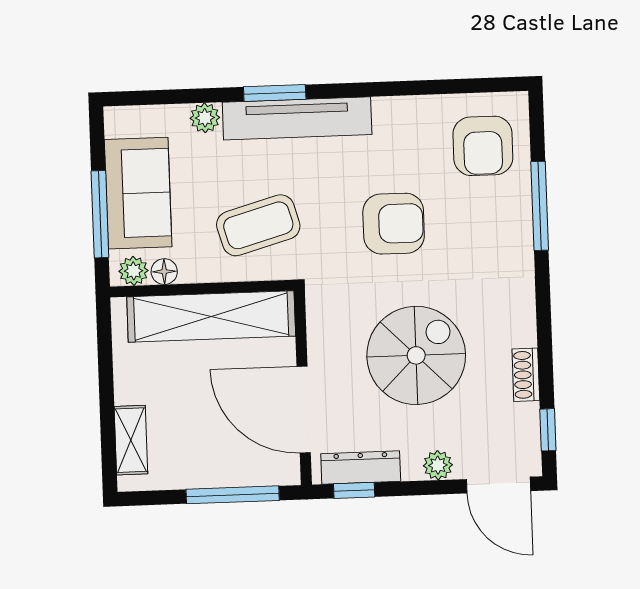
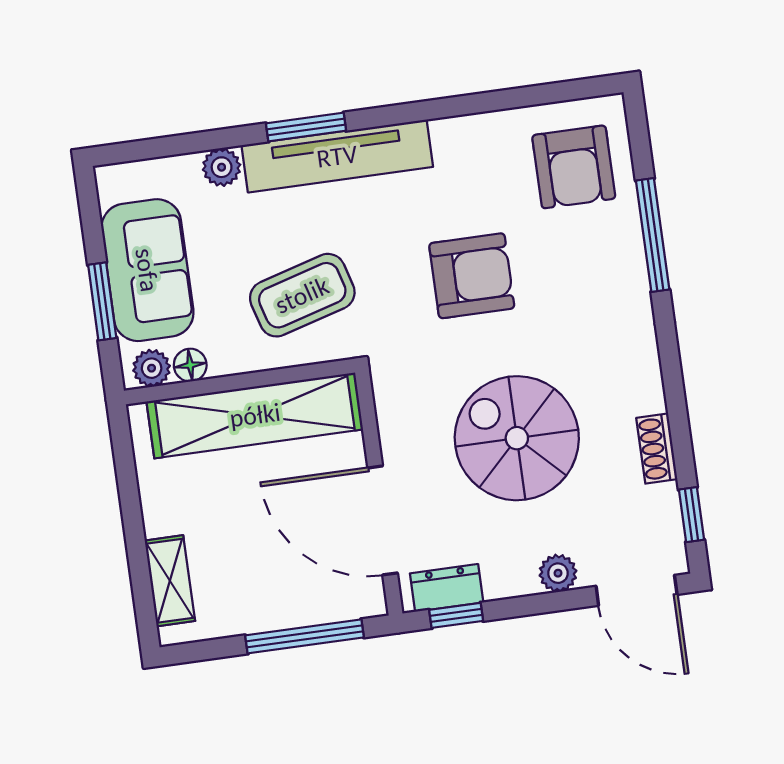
window: (100, 214) -> (102, 301), width x0.69
spiral stairs: (416, 355) -> (517, 438), turned -90
dresser: (361, 468) -> (447, 588), width x0.70

